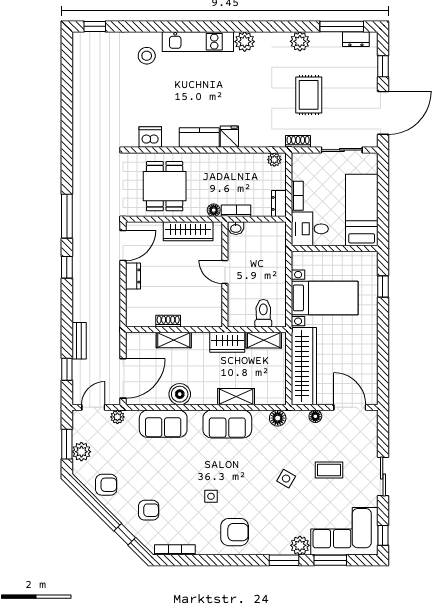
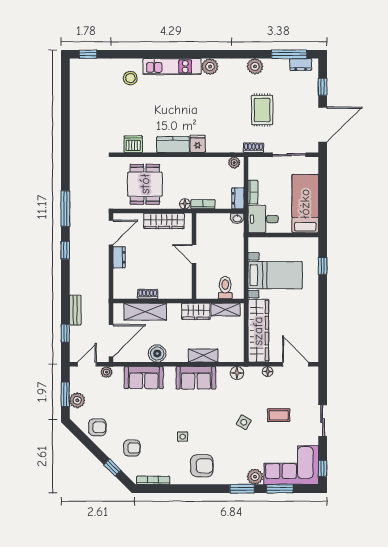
washbasin: (236, 228) -> (237, 218), moved
shelving: (174, 340) -> (145, 312), width x1.50, depth x1.33

